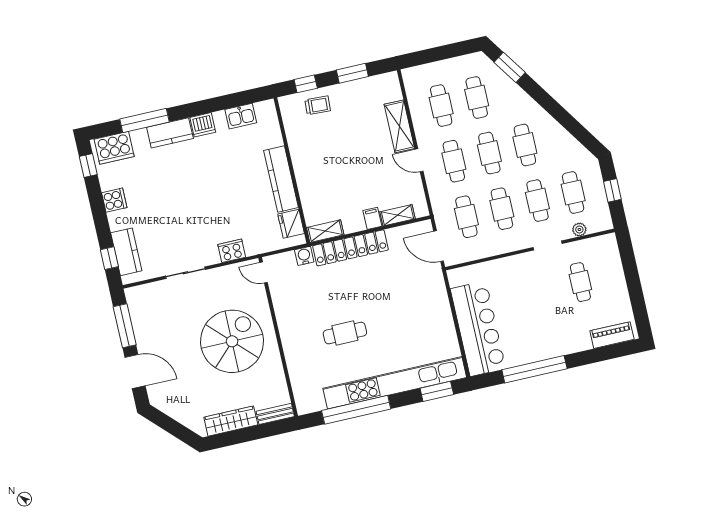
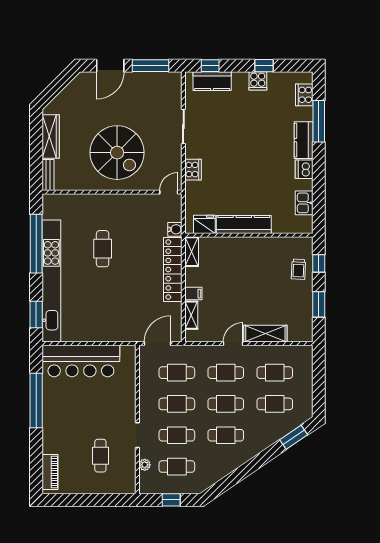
cooker: (114, 148) -> (304, 95), width x0.73, depth x0.76
window: (88, 165) -> (264, 66), moved
cafe table: (580, 282) -> (100, 456), turned 90

